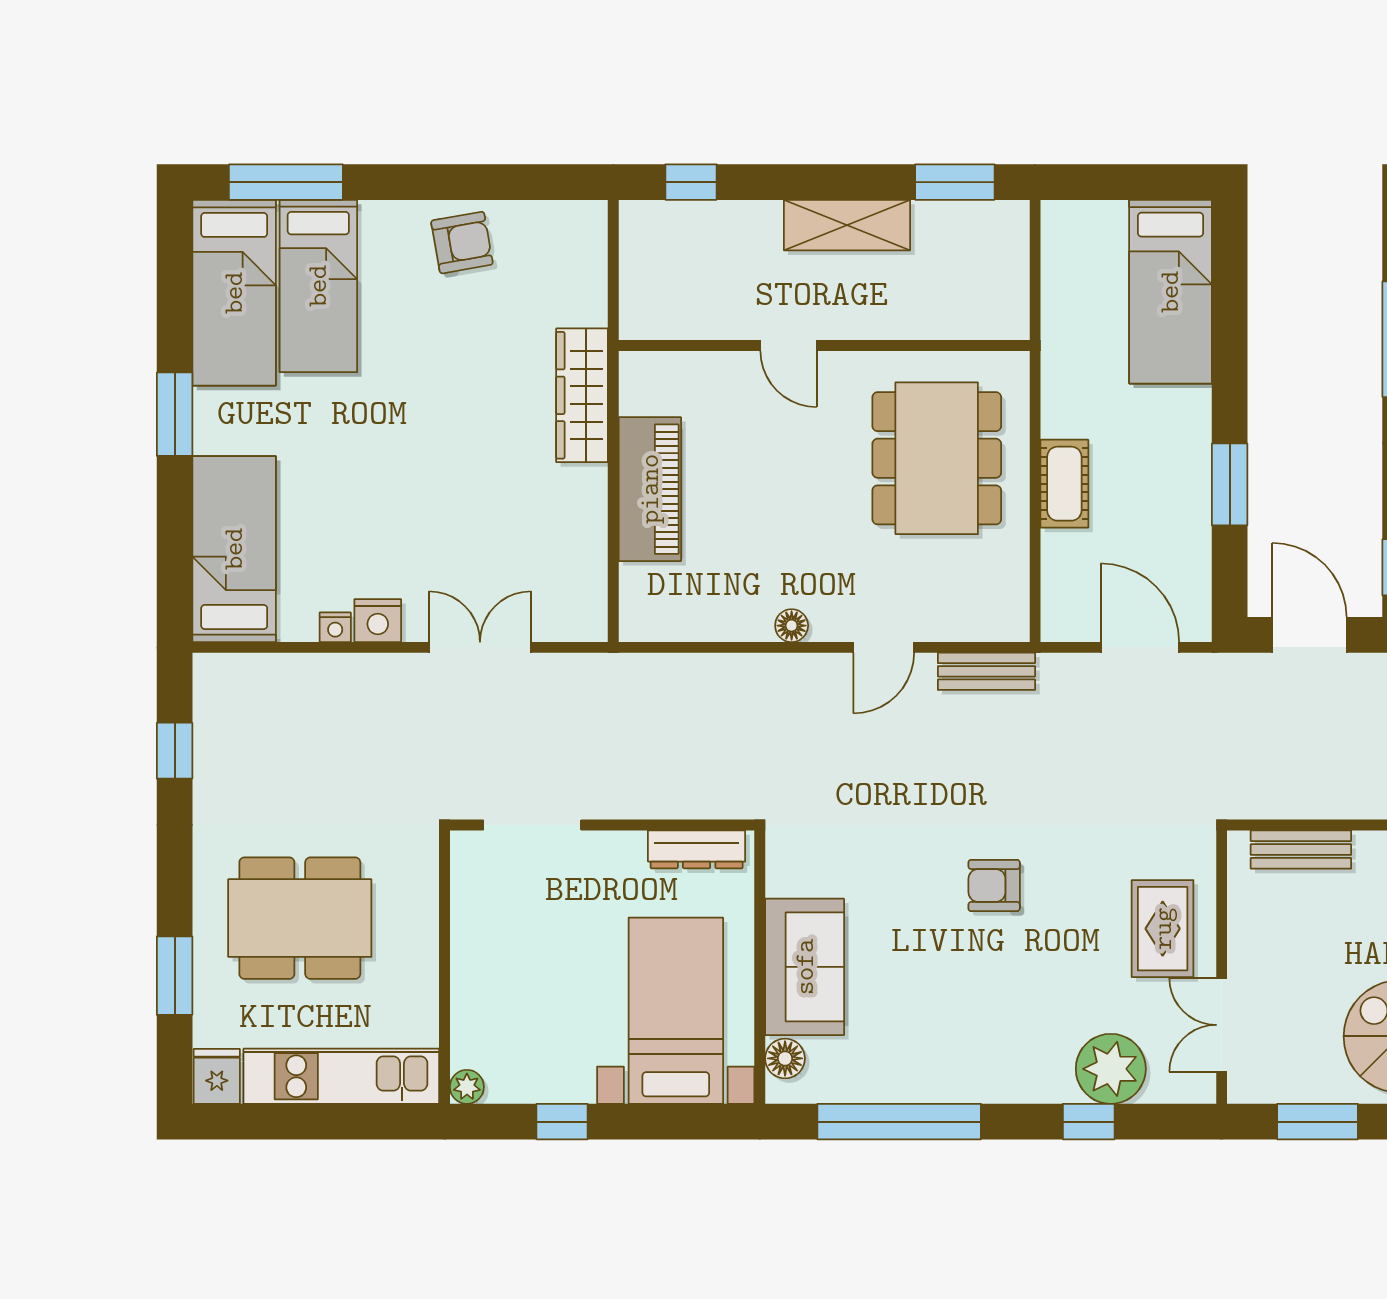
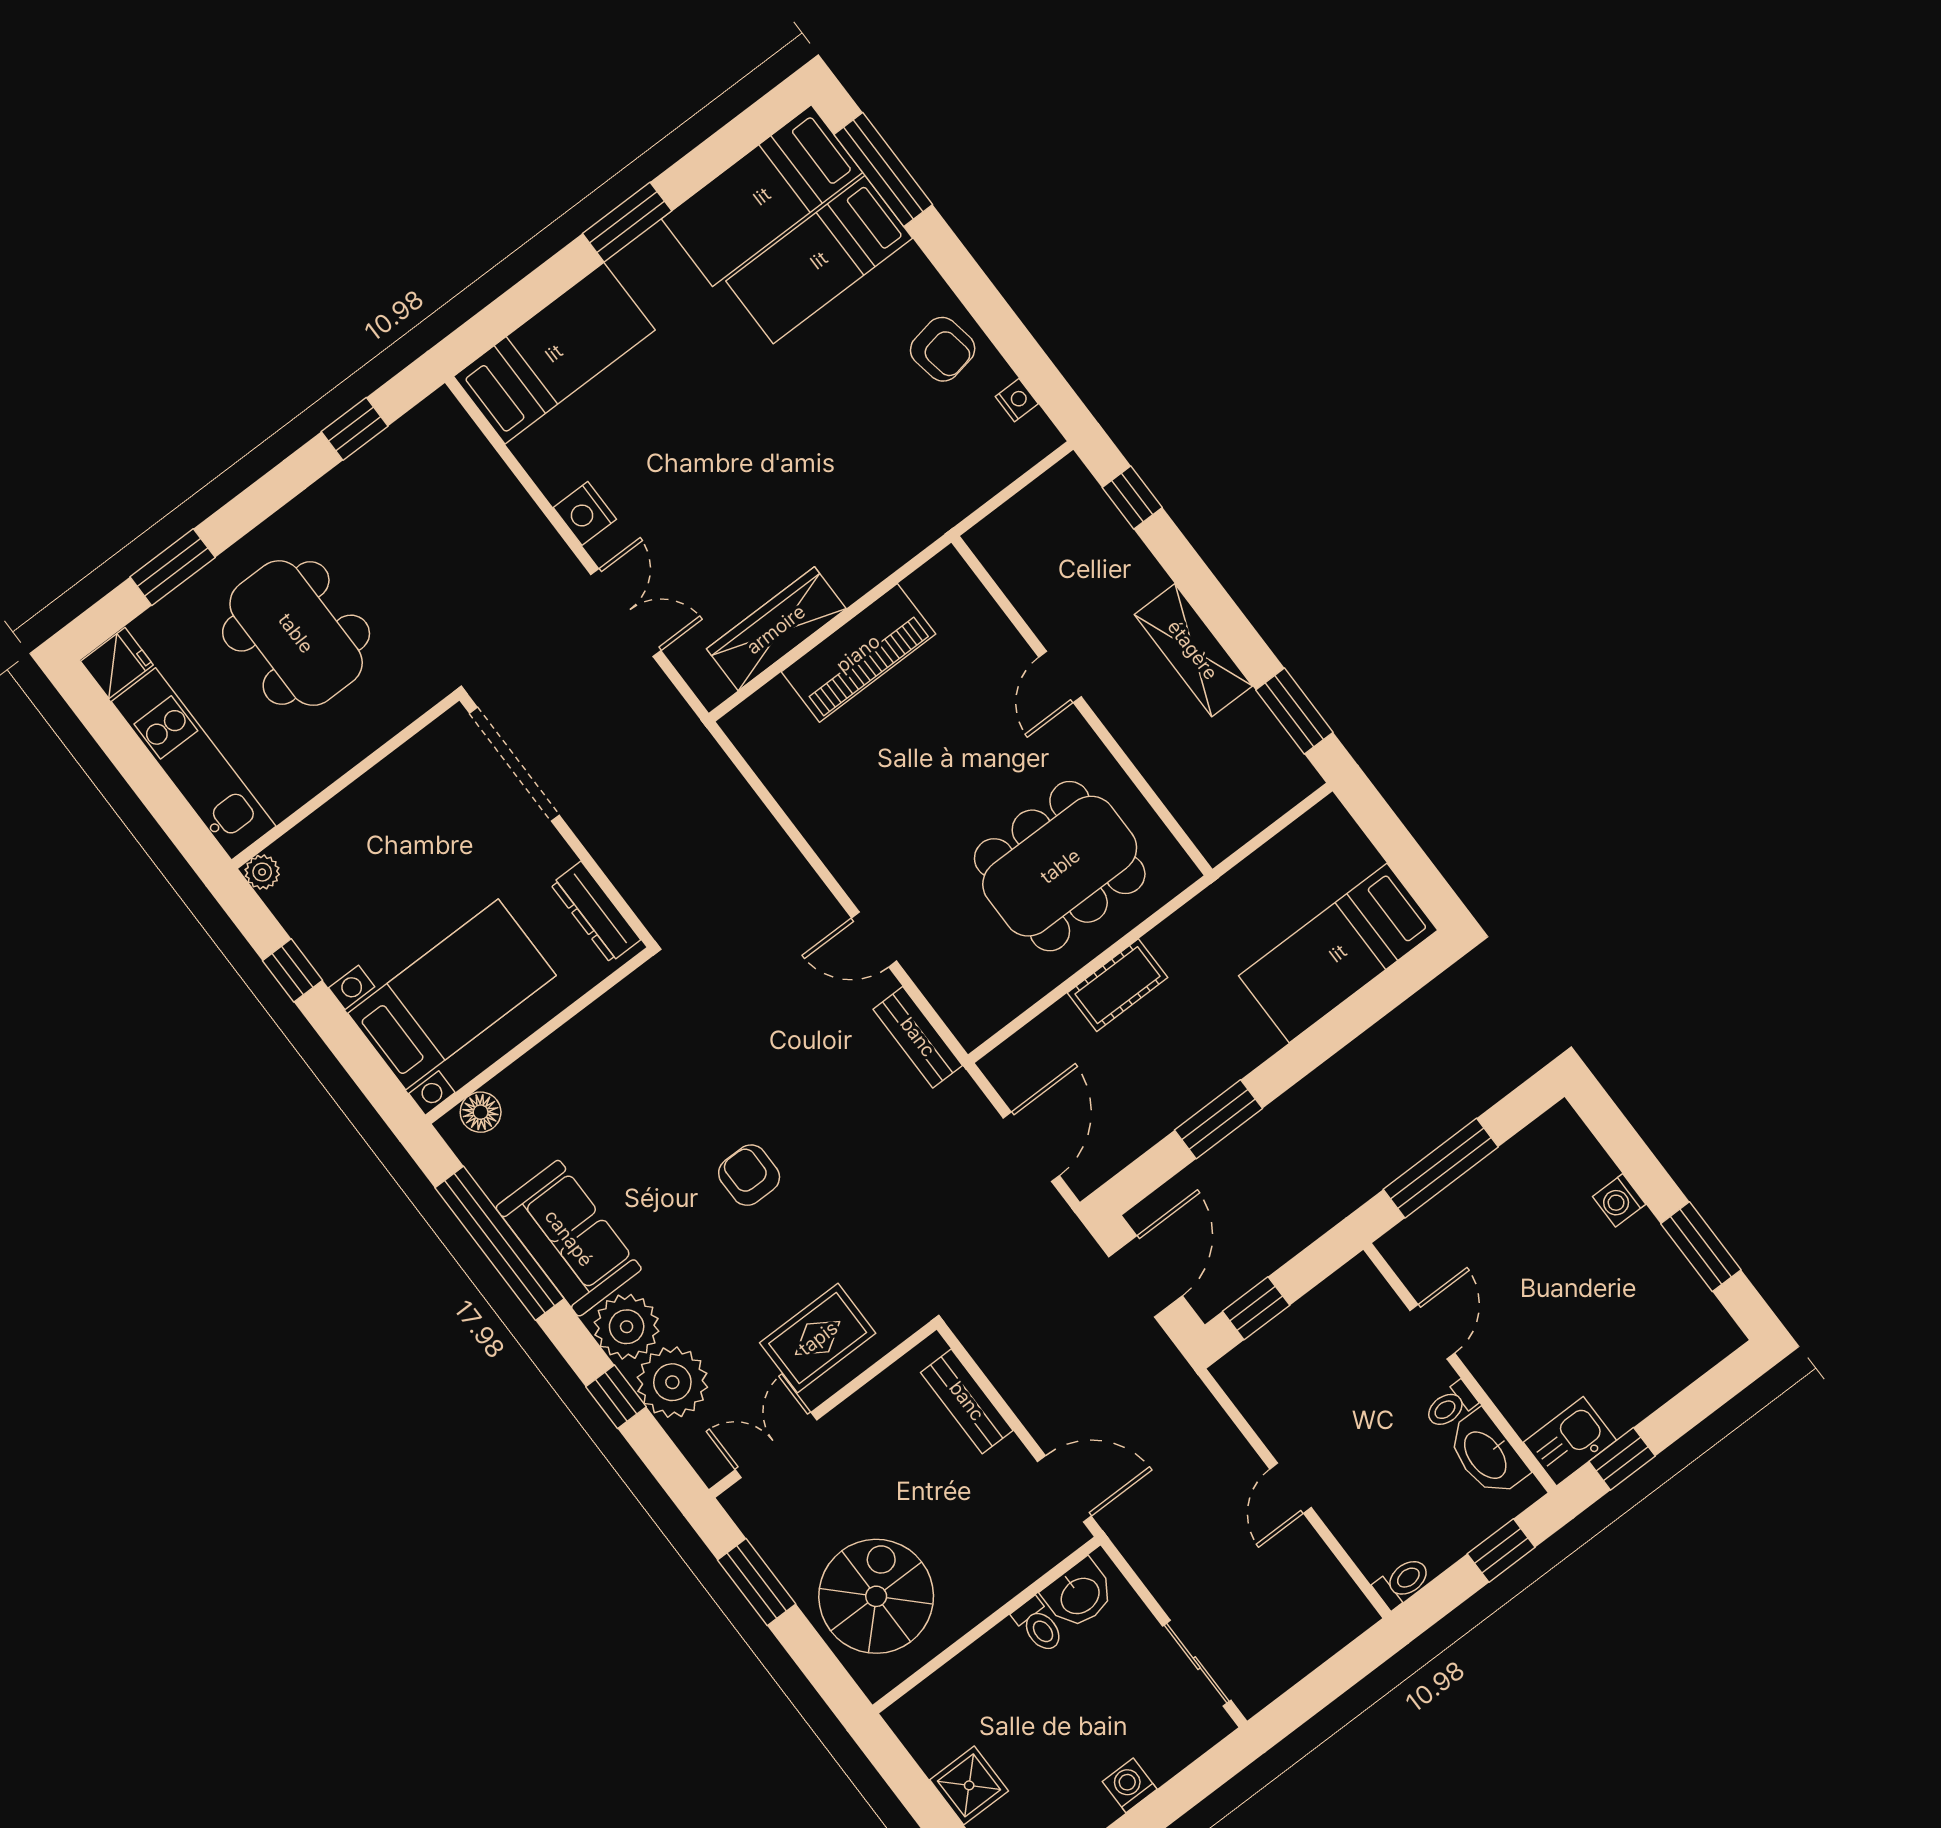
wardrobe: (582, 395) -> (776, 629), moved
floor lamp: (792, 626) -> (835, 851), removed
nightstand: (335, 627) -> (1017, 400), moved, turned 180
doorway: (532, 825) -> (514, 764), width x1.36
sofa: (805, 967) -> (569, 1238), moved, turned -90
plant: (1040, 1072) -> (627, 1327), added

